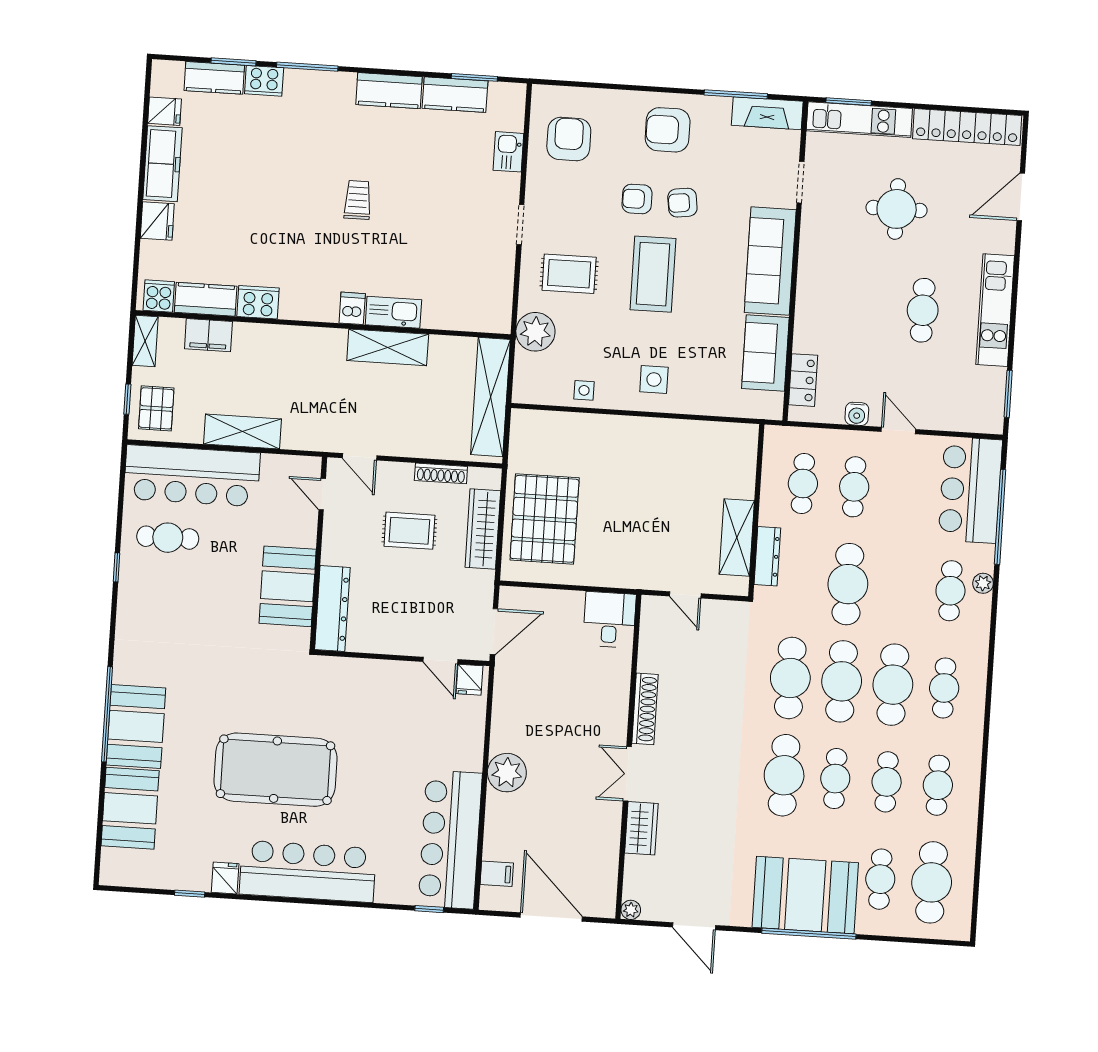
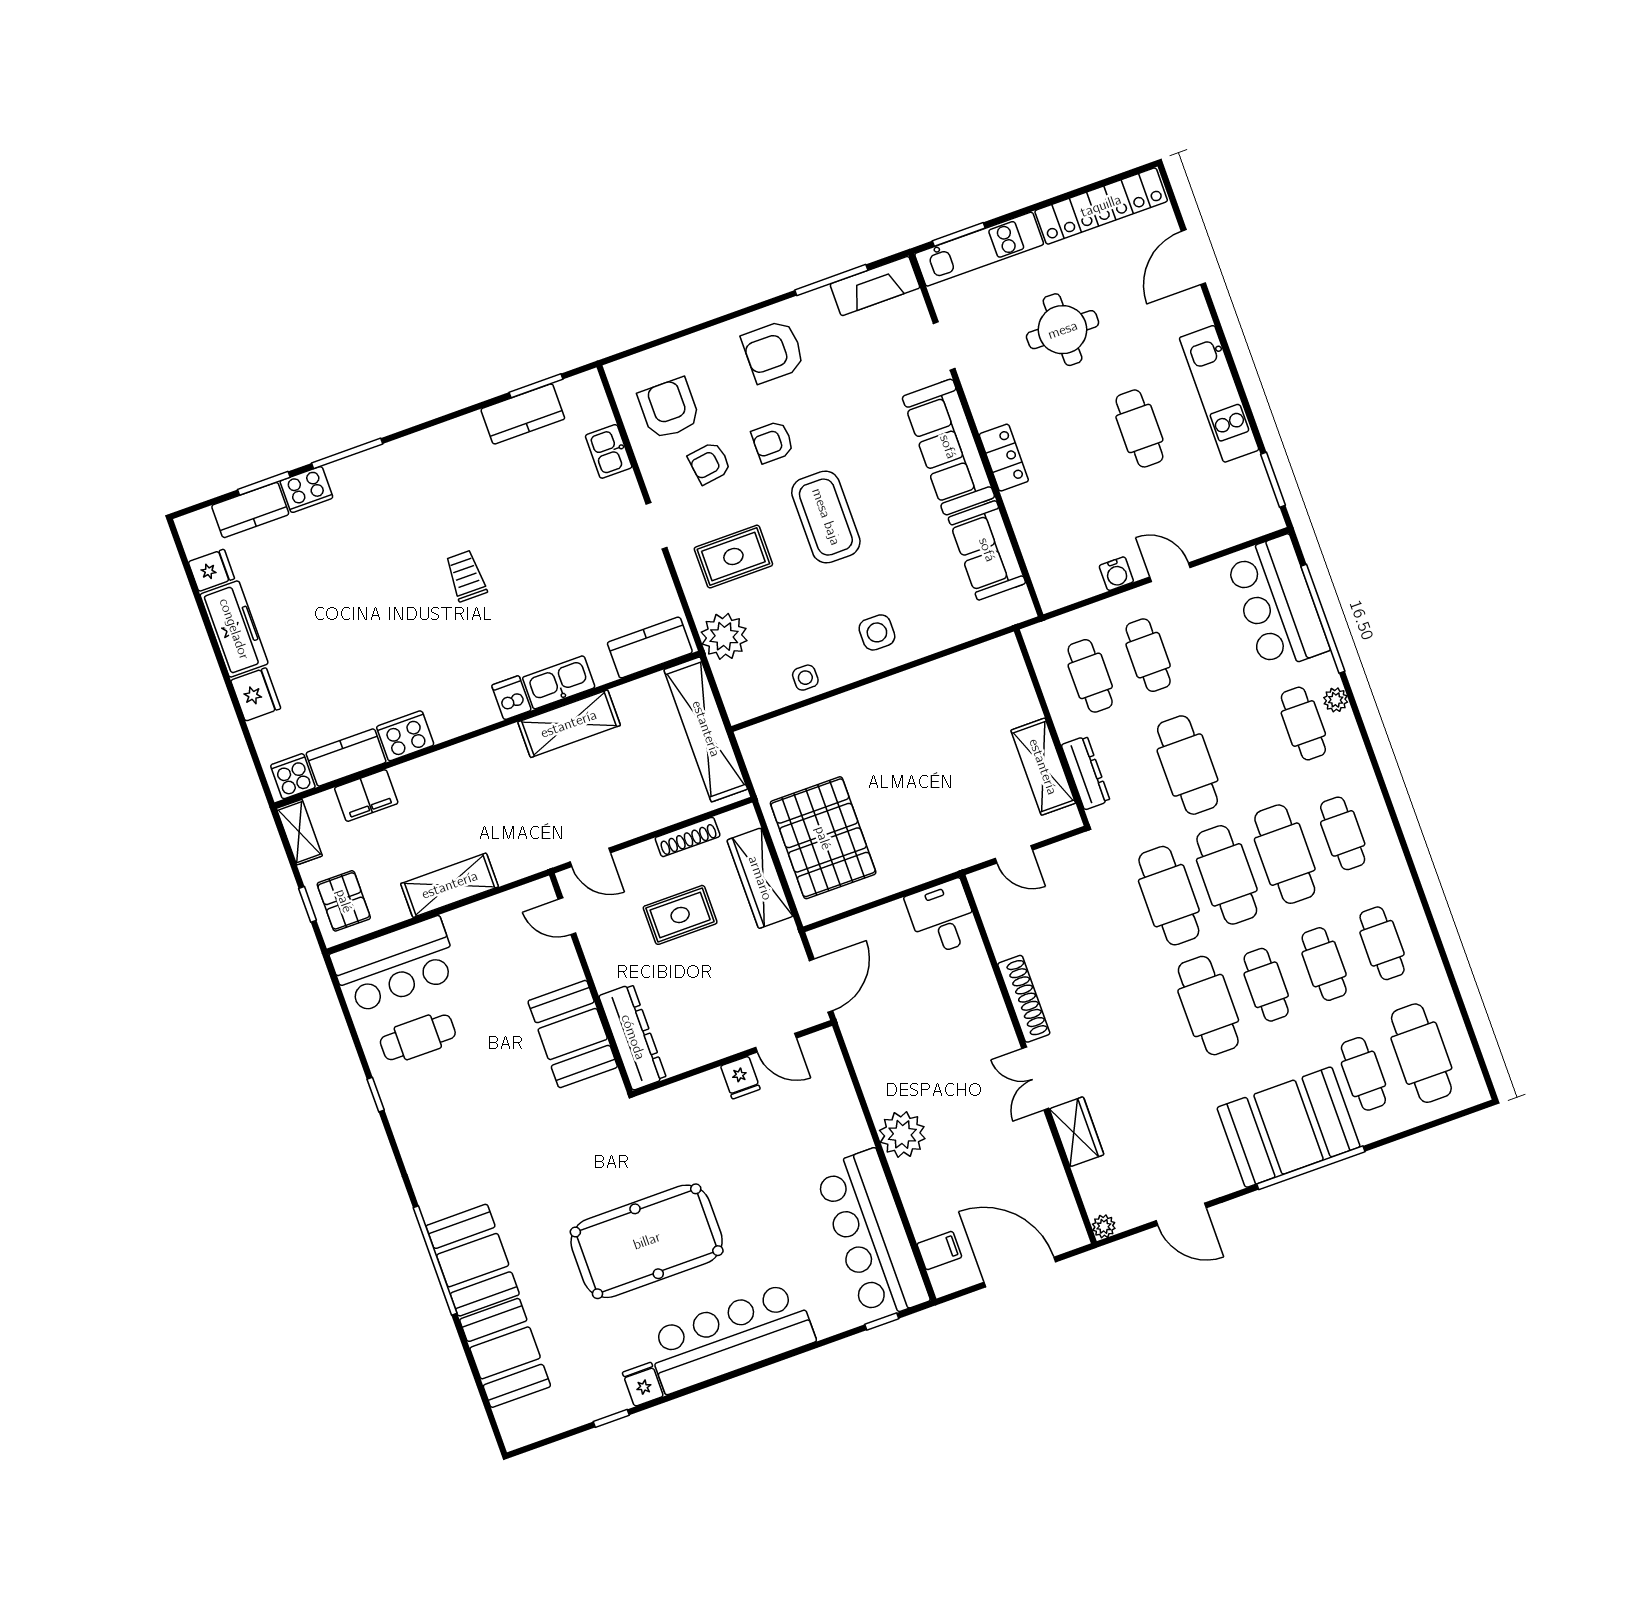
kitchen counter: (389, 91) -> (650, 648), moved, turned 180
armchair: (682, 203) -> (709, 463), moved
locker: (803, 380) -> (1004, 458), moved
bar counter: (192, 476) -> (395, 965), width x0.73
fridge: (470, 680) -> (740, 1078), moved

